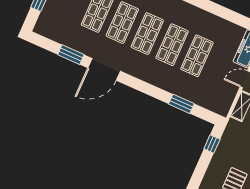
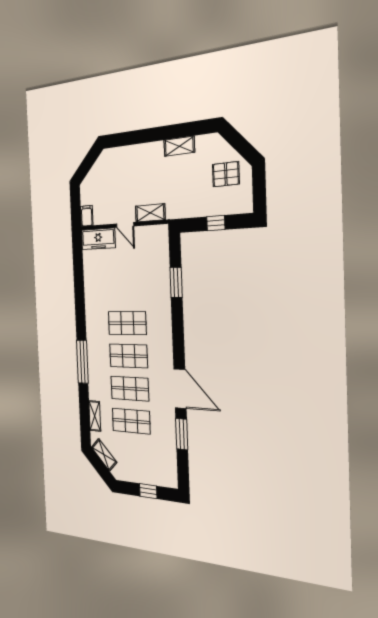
shop shelf: (197, 56) -> (126, 290), removed
window: (212, 144) -> (216, 223), moved

